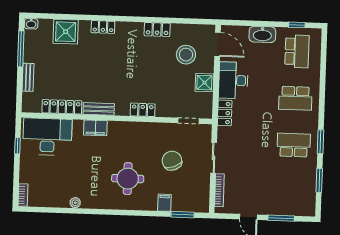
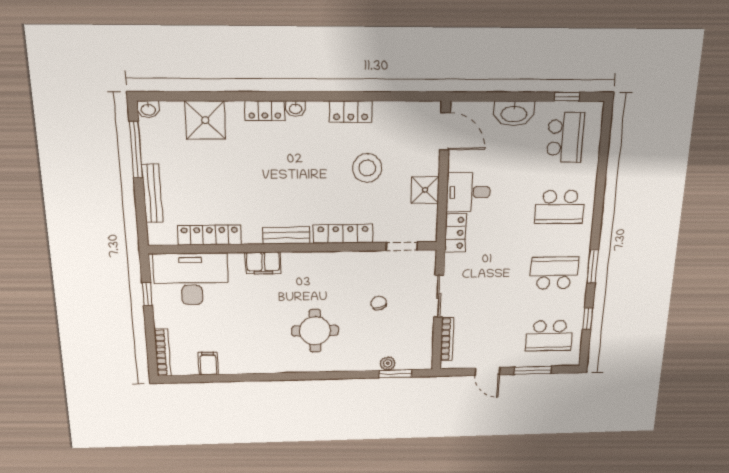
washbasin: (122, 26) -> (296, 108), added
stool: (186, 55) -> (367, 168), moved
bench: (28, 77) -> (152, 193), width x1.36
desk: (233, 80) -> (468, 192), width x0.73
bench: (99, 109) -> (286, 235), moved
locker: (143, 110) -> (343, 234), width x1.53
chair: (172, 161) -> (379, 303), width x0.54, depth x0.54
window: (319, 180) -> (588, 319), width x0.67
school desk: (292, 192) -> (549, 336), added
bookcase: (23, 195) -> (163, 352), width x1.56
plant: (75, 203) -> (388, 363), moved
filing cabinet: (164, 203) -> (208, 364), moved

